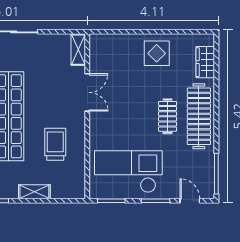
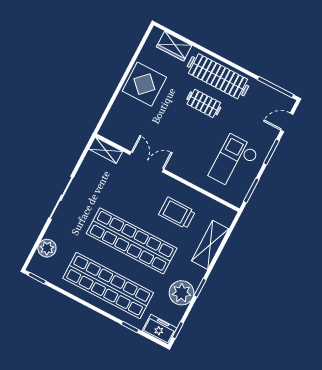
display table: (157, 53) -> (144, 84), width x1.36, depth x1.36
checkout: (128, 172) -> (234, 162), width x0.73, depth x0.83
shelving: (34, 192) -> (210, 245), width x1.50, depth x1.33

